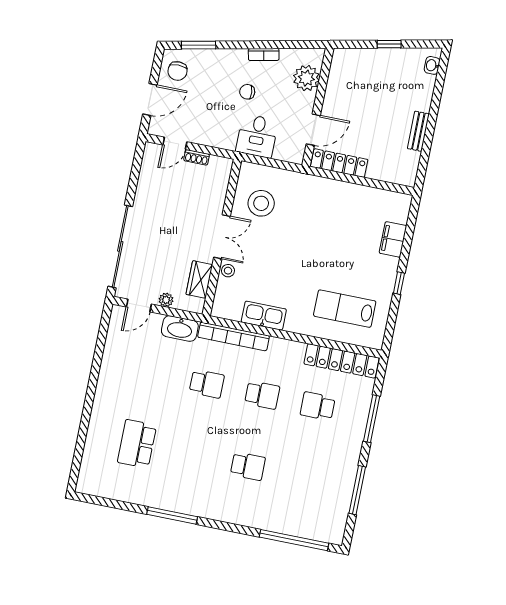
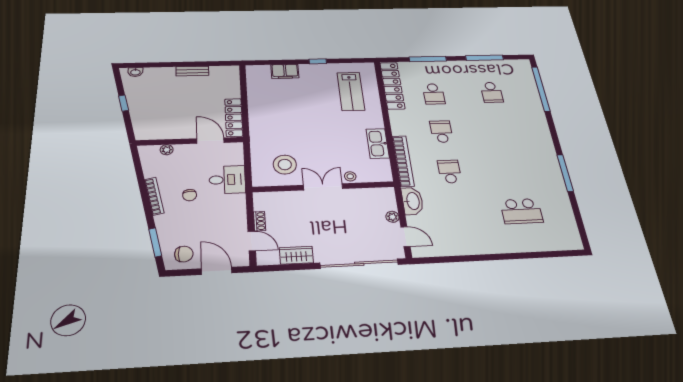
bookcase: (264, 55) -> (154, 196), width x1.56
plant: (306, 78) -> (167, 150), width x0.53, depth x0.53
wardrobe: (199, 279) -> (296, 255), moved, turned 180
school desk: (248, 466) -> (492, 92), moved, turned 180

